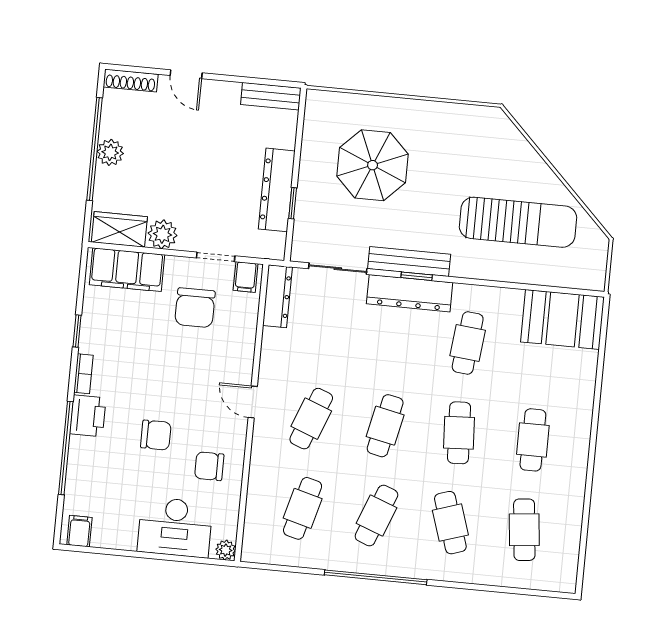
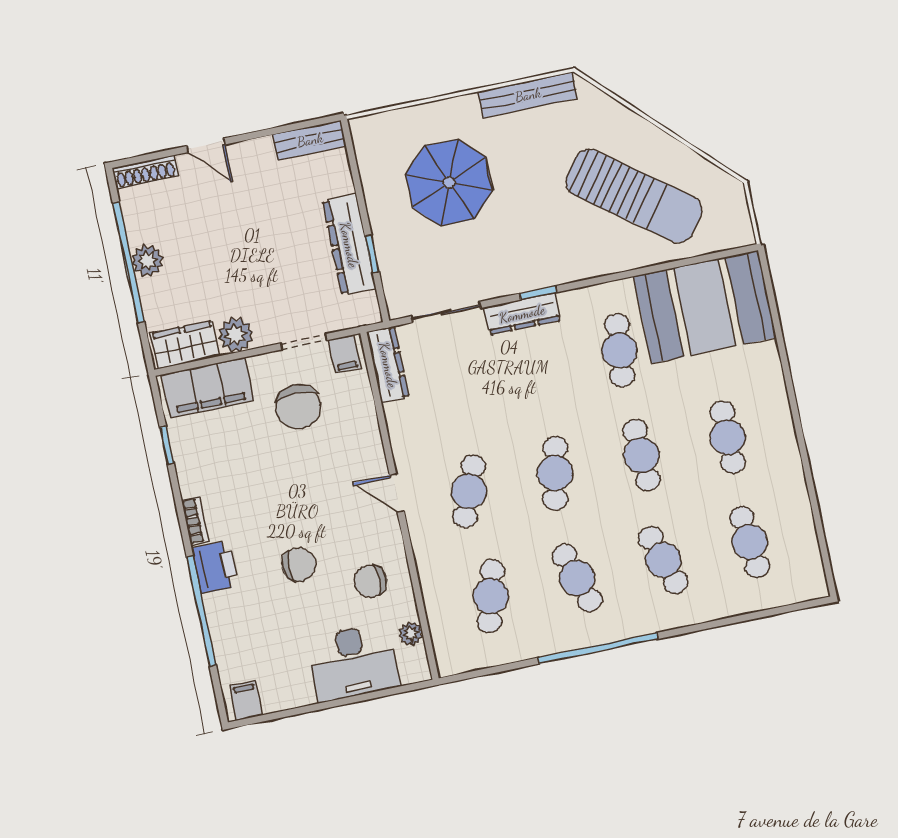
sun lounger: (518, 222) -> (634, 196), turned 37
bench: (409, 261) -> (528, 95), moved
dresser: (410, 293) -> (522, 314), width x0.73, depth x0.80
booth: (562, 319) -> (705, 307), width x1.36, depth x1.42
window: (77, 331) -> (167, 445), moved
cafe table: (376, 515) -> (577, 578), turned -39
plant: (226, 550) -> (411, 634), moved

